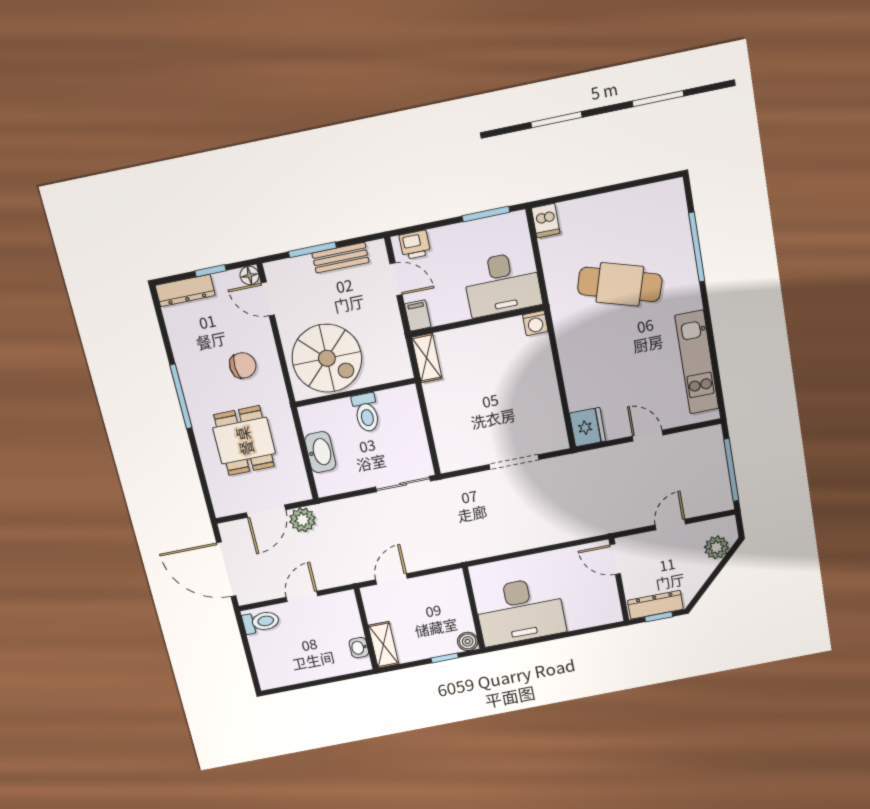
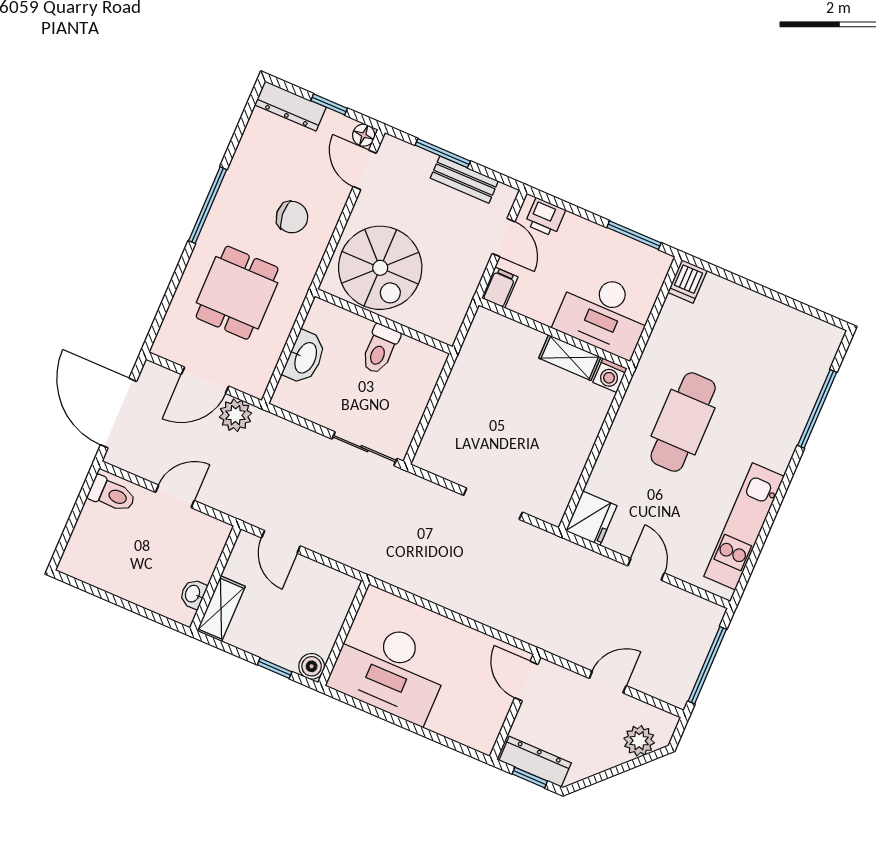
cafe table: (620, 284) -> (683, 422), moved, turned 73
shelving: (427, 358) -> (570, 358), moved, turned 90
door: (391, 579) -> (281, 542), swing flipped

